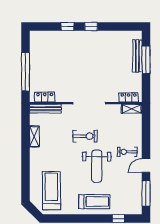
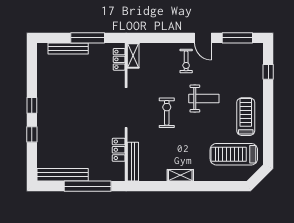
bench: (35, 51) -> (63, 175), added
window: (146, 60) -> (88, 38), moved
locker: (45, 97) -> (119, 150), moved
shelving: (34, 136) -> (180, 175), moved
weight bench: (97, 166) -> (204, 99), width x0.73, depth x0.75
treadmill: (94, 202) -> (246, 117), moved

